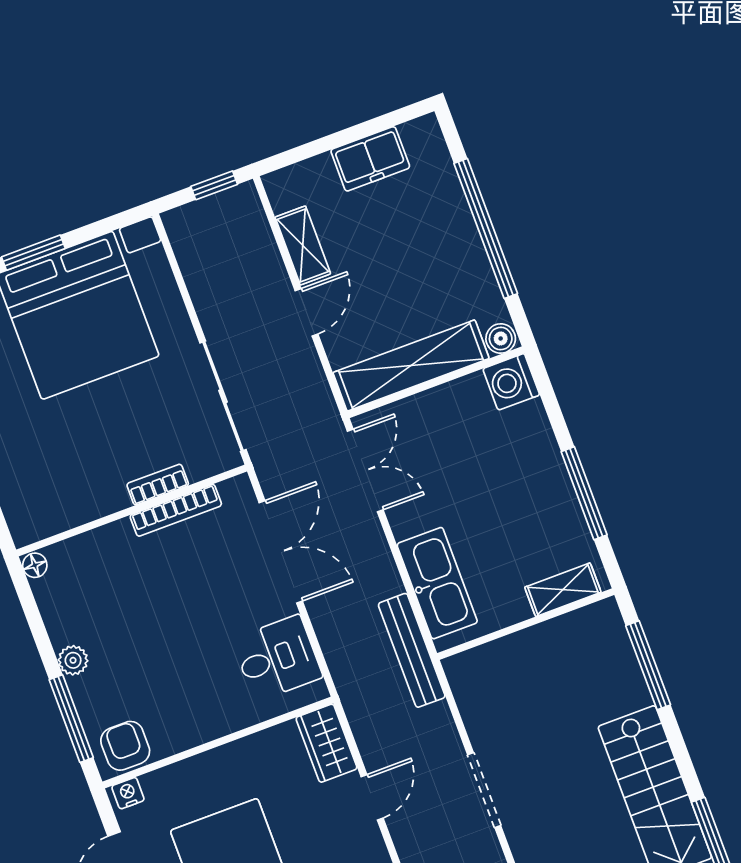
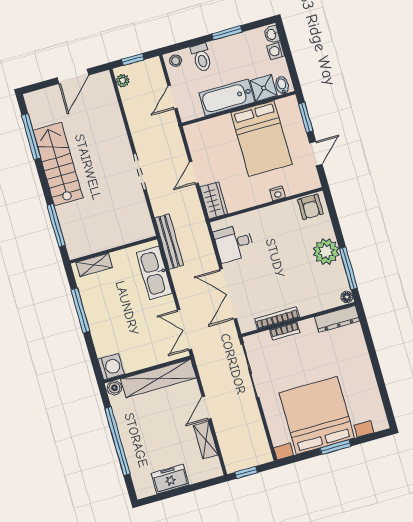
dresser: (51, 518) -> (337, 319), added
plant: (73, 660) -> (326, 252), width x1.87, depth x1.87
window: (71, 719) -> (348, 268), moved
nightstand: (128, 793) -> (278, 193), moved

